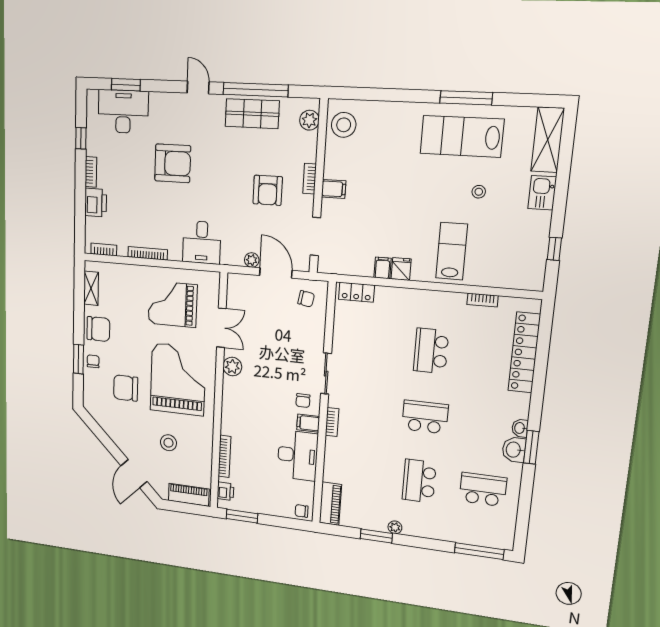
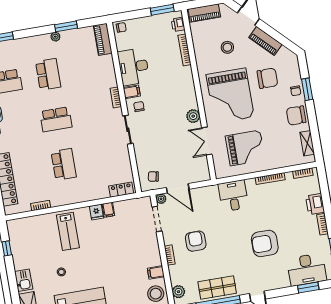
filing cabinet: (334, 189) -> (156, 272), moved
plant: (252, 260) -> (161, 199), moved
piano: (119, 436) -> (265, 41), added

